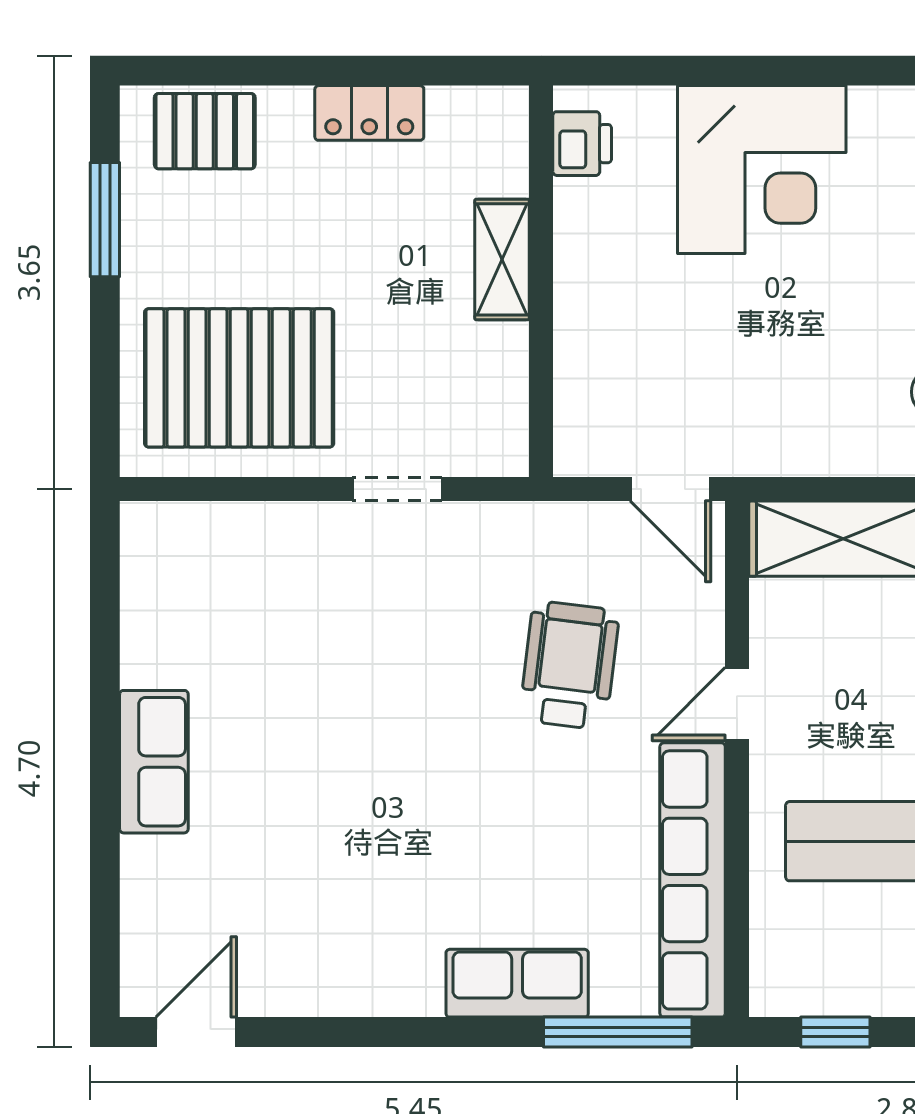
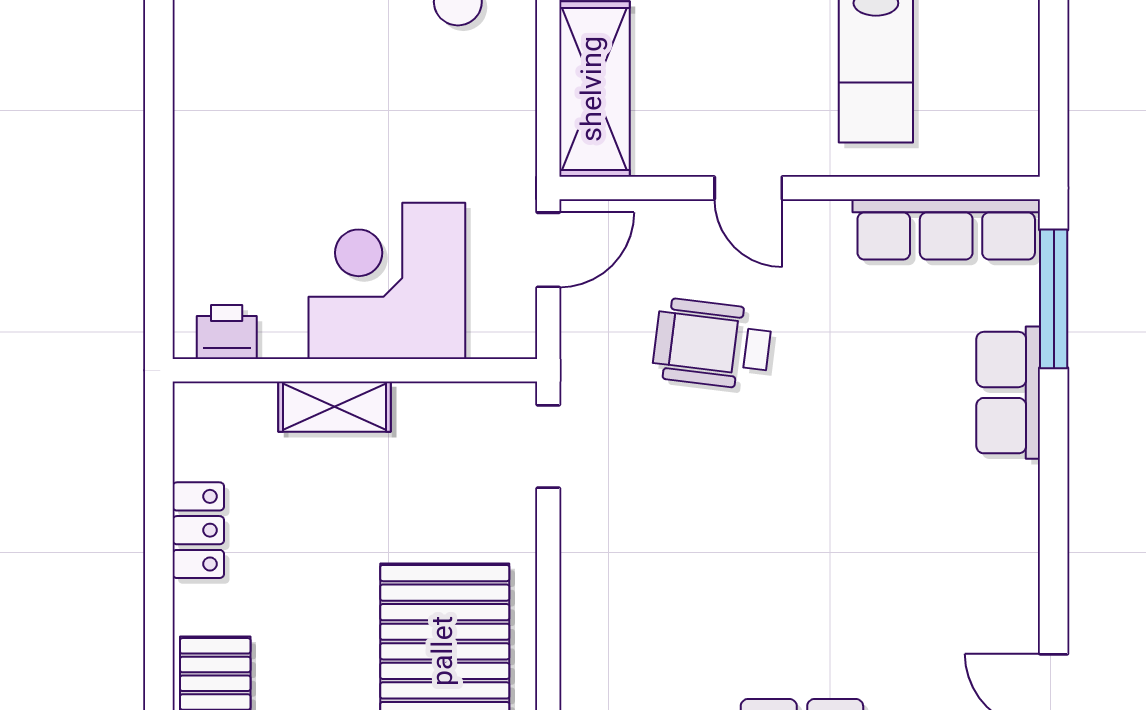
corner desk: (762, 170) -> (387, 281), moved, turned -90
doorway: (397, 489) -> (548, 447), moved
row of seats: (693, 880) -> (946, 229), width x0.73
window: (835, 1032) -> (1054, 96), removed

